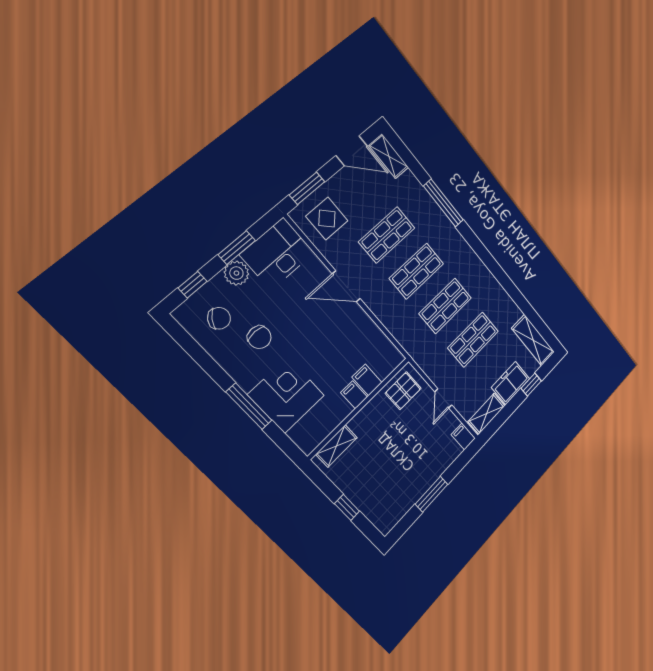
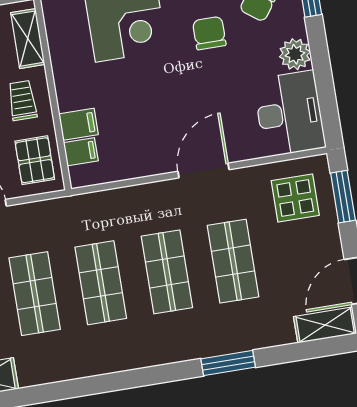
window: (443, 203) -> (228, 363), width x0.69
window: (237, 247) -> (323, 73), removed
chair: (259, 337) -> (209, 33), turned 90
filing cabinet: (354, 395) -> (81, 152), moved
trolley: (375, 422) -> (22, 101), added

